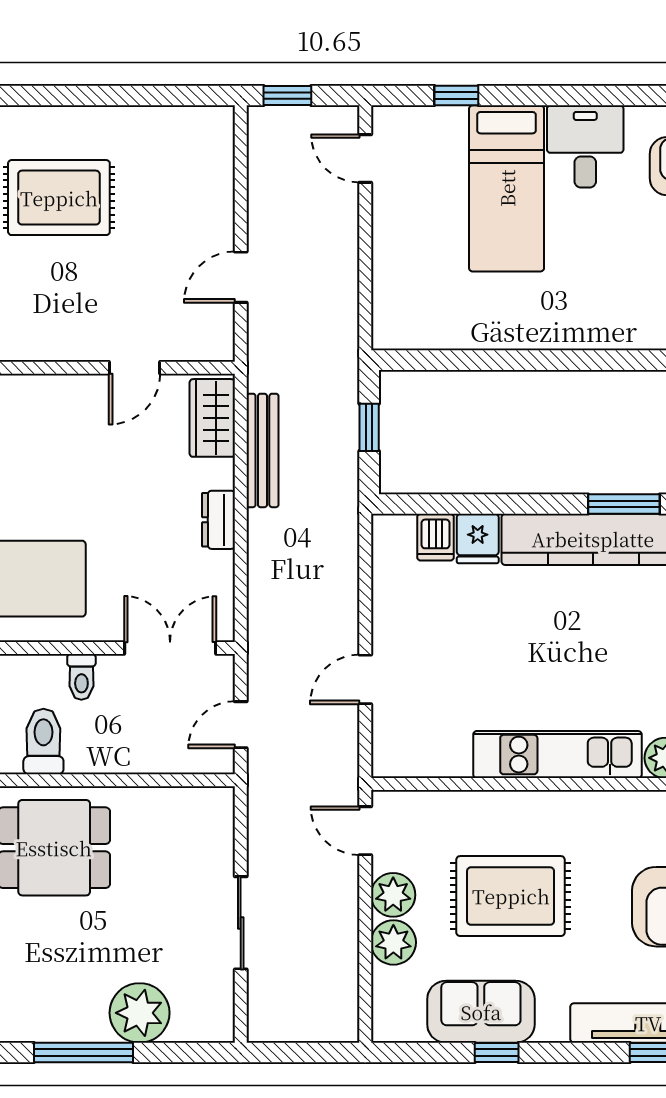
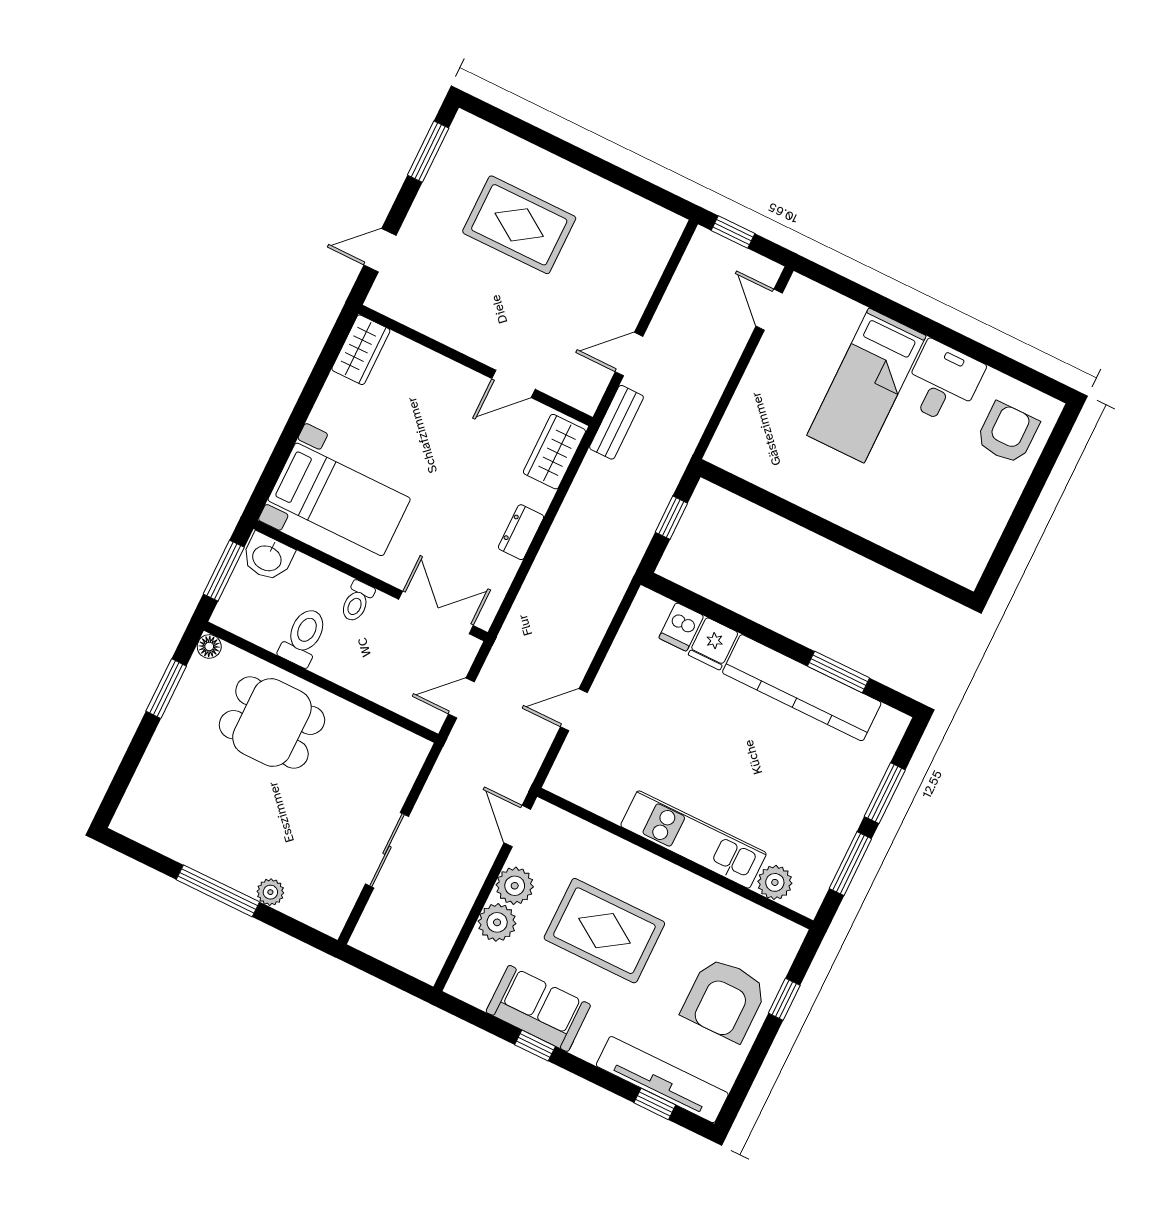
window: (456, 95) -> (863, 295), removed
bench: (262, 450) -> (616, 422), moved, width x0.73
plant: (140, 1013) -> (270, 892), width x0.53, depth x0.53

